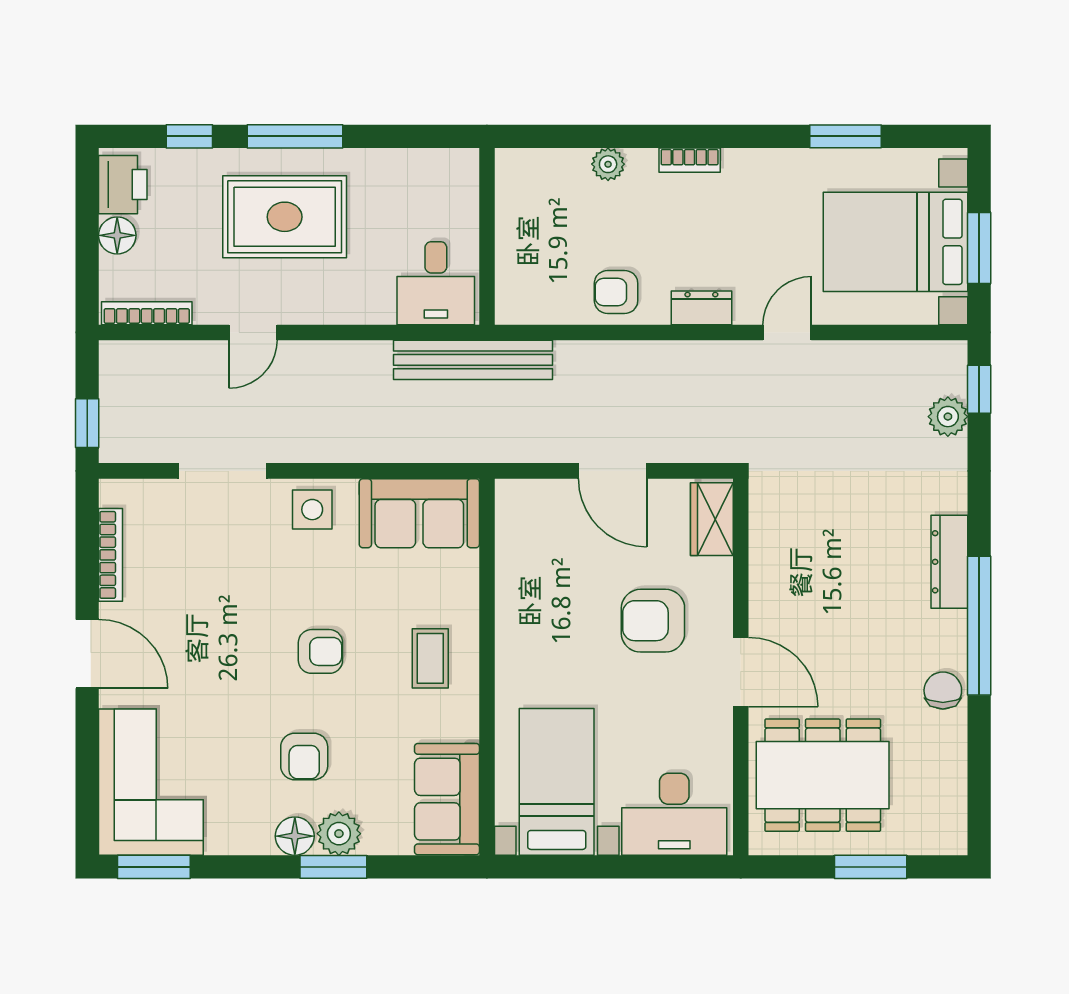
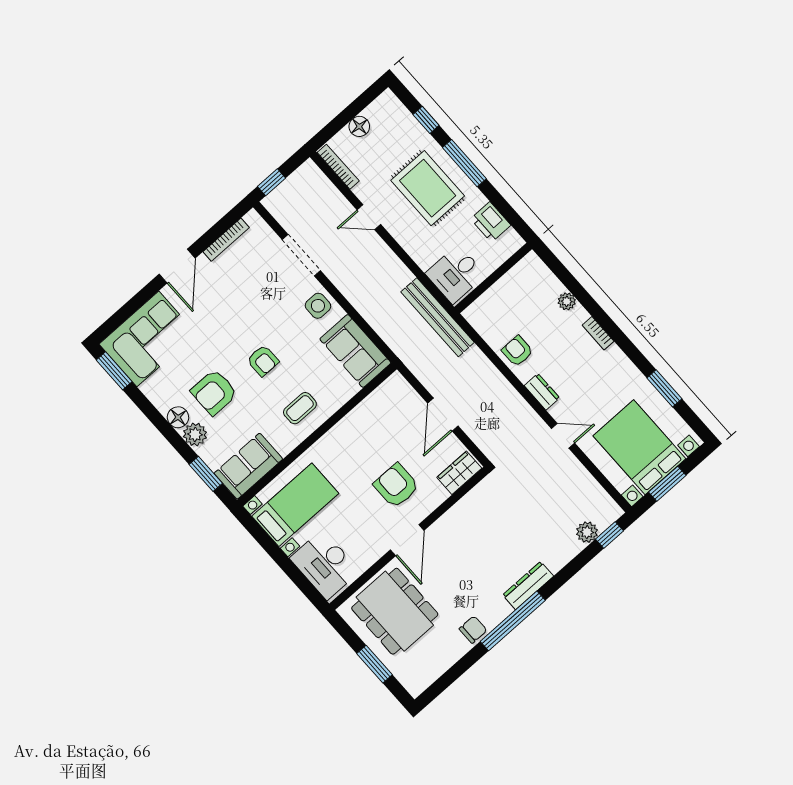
printer: (123, 185) -> (491, 222), moved, turned 90
armchair: (304, 756) -> (214, 392), width x1.38, depth x1.38
window: (333, 867) -> (206, 474), moved

